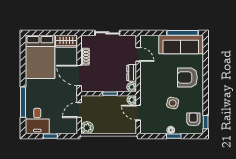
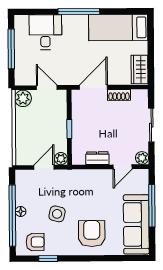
window: (182, 33) -> (152, 206), moved
bed: (40, 57) -> (118, 28), width x0.67
plant: (132, 87) -> (142, 158), moved
window: (23, 102) -> (79, 11), moved
desk: (37, 121) -> (45, 32), moved, turned 90
window: (206, 122) -> (48, 259), moved
window: (50, 136) -> (11, 49), width x2.17
window: (174, 136) -> (12, 216), width x3.17

